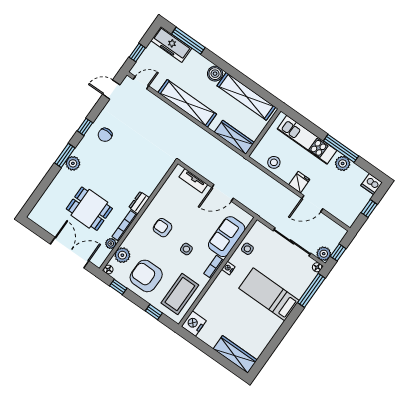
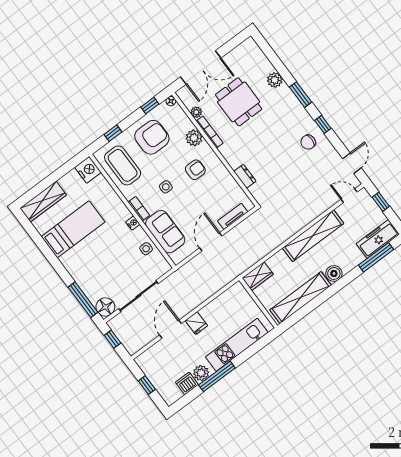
door: (141, 83) -> (349, 196), swing flipped
chair: (105, 135) -> (308, 142), turned -90
wardrobe: (234, 137) -> (258, 276), width x0.67
stool: (274, 162) -> (225, 304), removed
plant: (73, 163) -> (275, 80), moved
dishwasher: (372, 184) -> (187, 383), moved
dresser: (139, 203) -> (245, 176), moved
dining table: (89, 209) -> (239, 102), turned 90
plant: (324, 254) -> (116, 324), removed
plant: (122, 255) -> (194, 138), moved
floor lamp: (317, 267) -> (105, 307), width x1.89, depth x1.89
bed: (269, 294) -> (73, 229), moved

